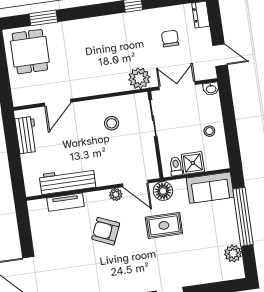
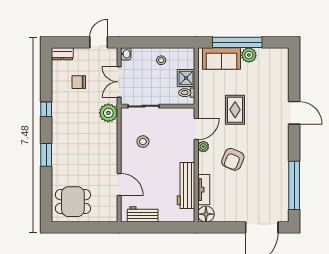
window: (43, 18) -> (46, 155), moved
sofa: (210, 188) -> (221, 58), moved, turned 90
floor lamp: (163, 191) -> (206, 214), moved
plant: (233, 253) -> (249, 55), moved

